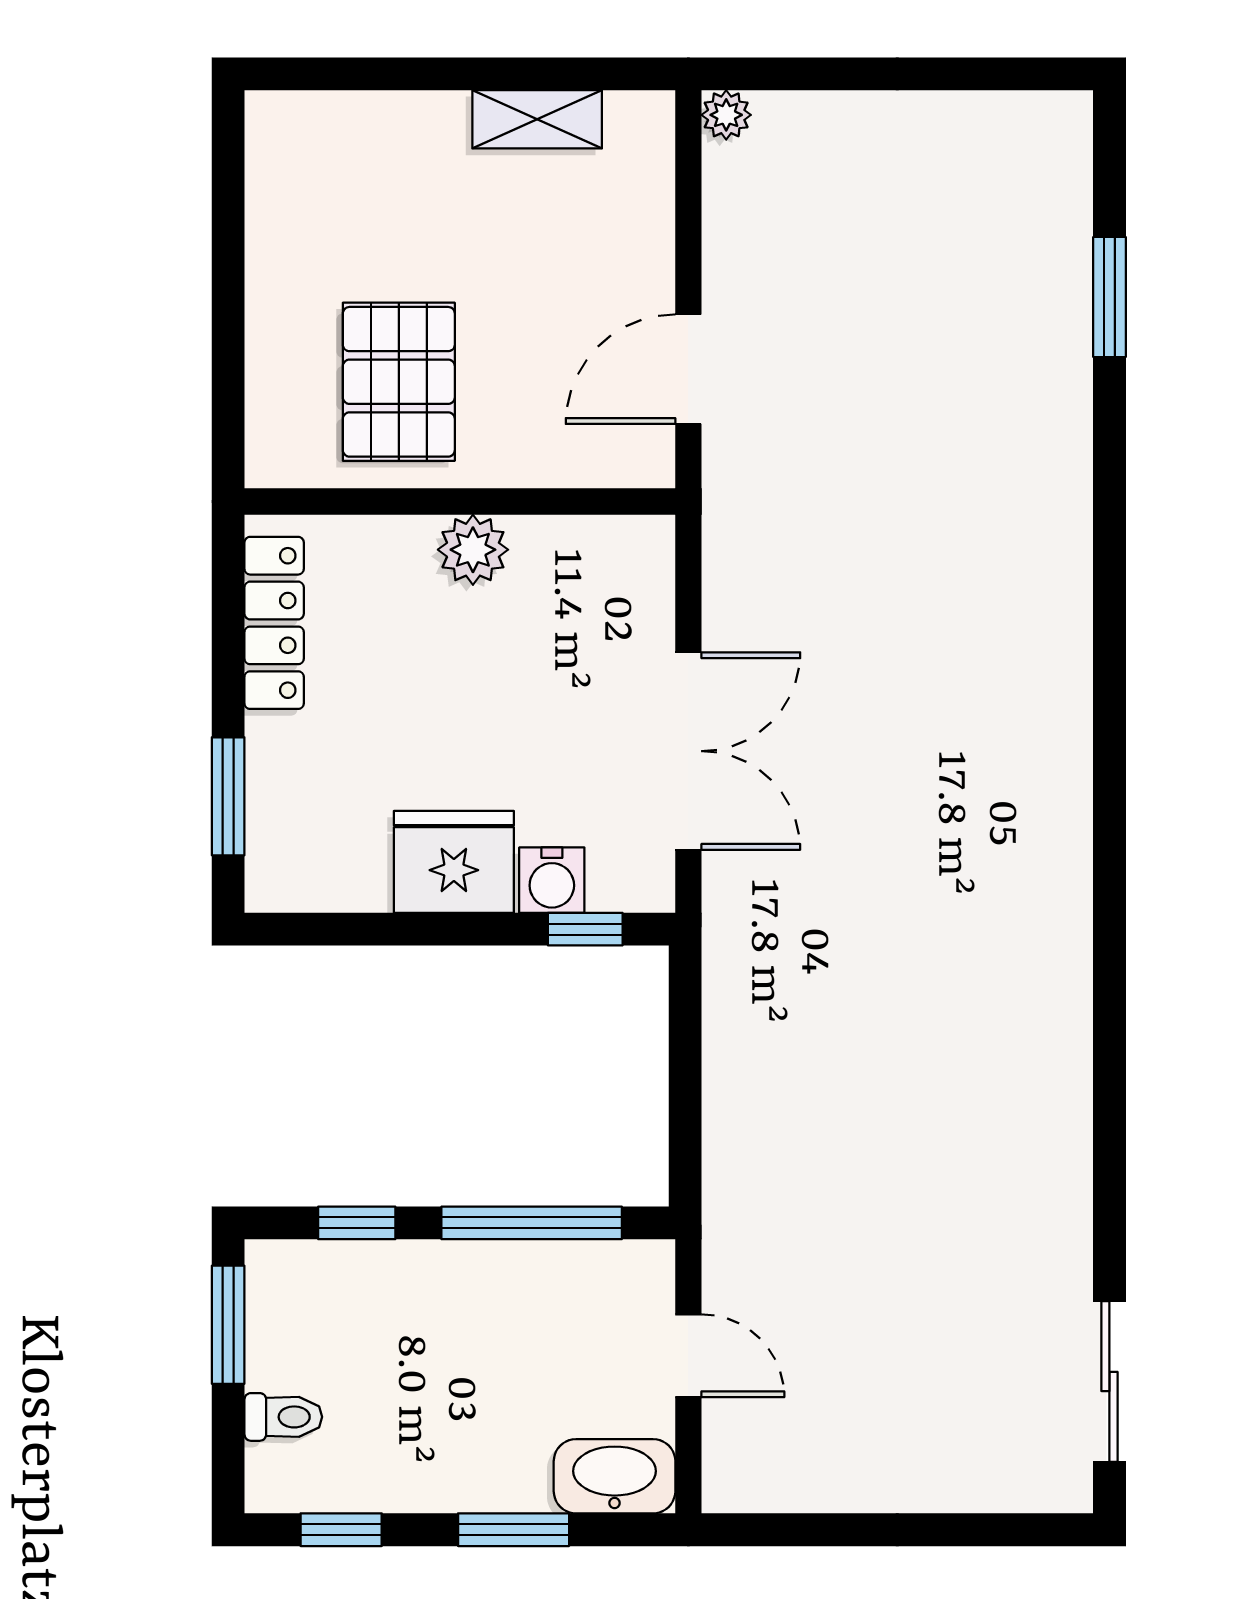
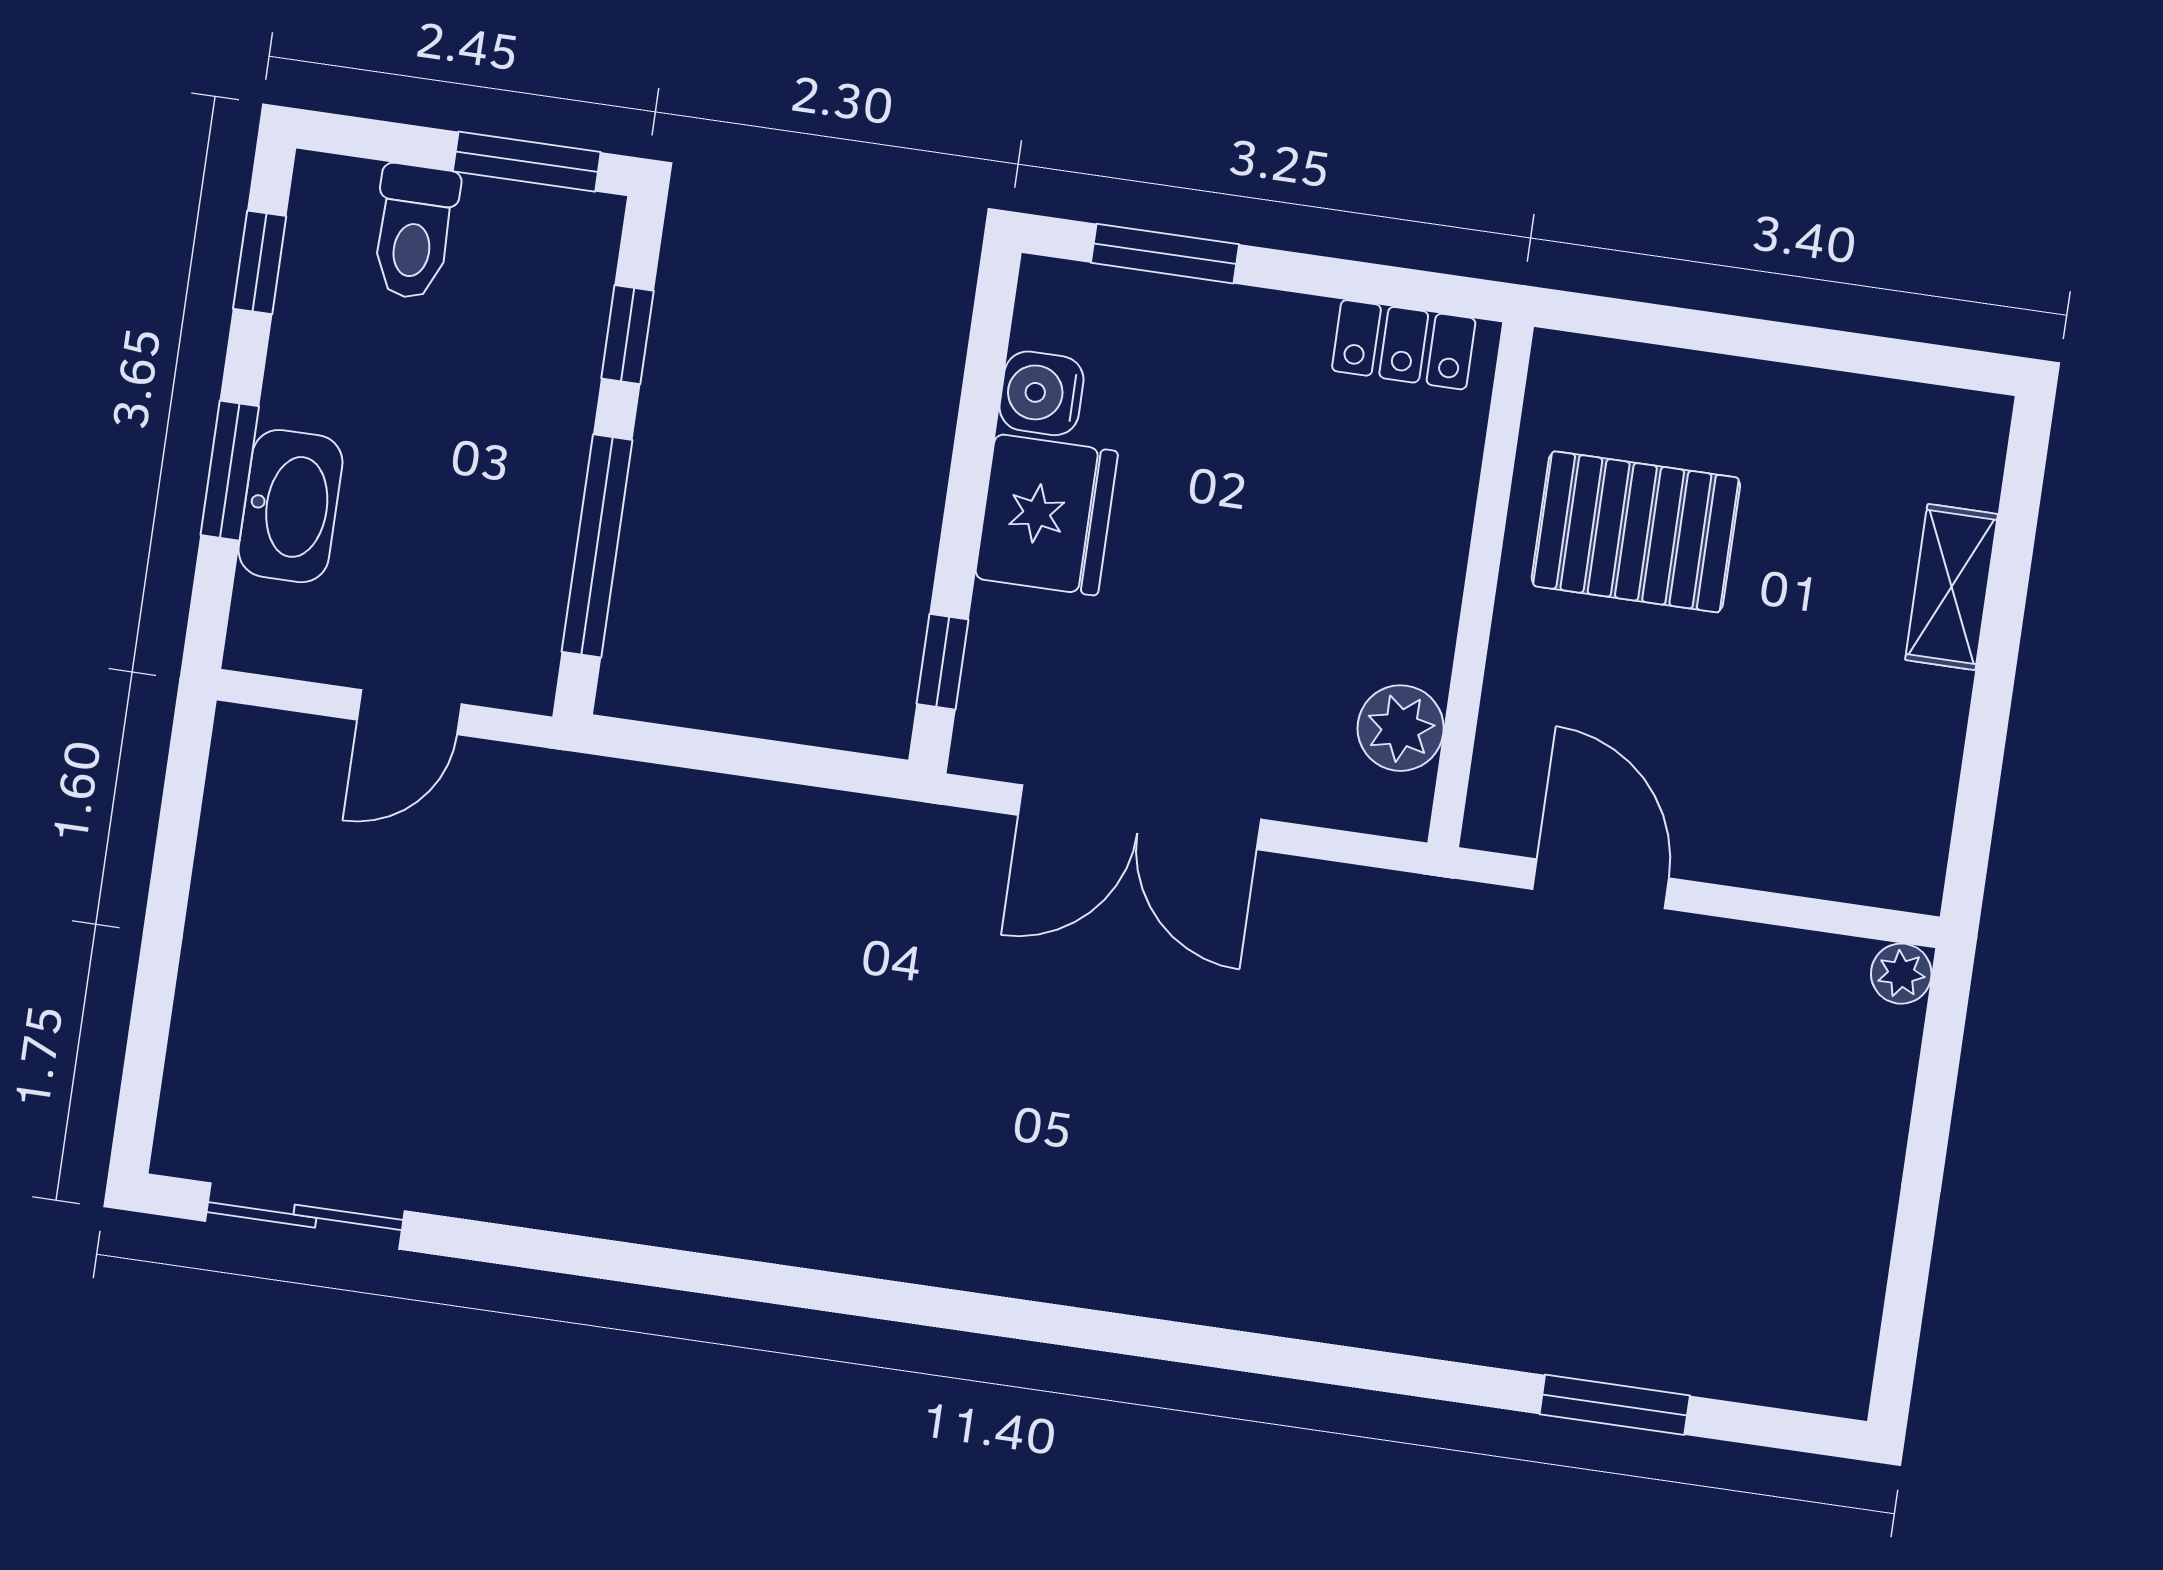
shelving: (537, 119) -> (1951, 587), moved
plant: (473, 550) -> (1401, 728), moved
locker: (274, 623) -> (1404, 345), width x0.66
water cooler: (552, 880) -> (1042, 393), moved
toilet: (283, 1417) -> (414, 232), width x1.37, depth x1.39
washbasin: (615, 1476) -> (290, 506), moved

